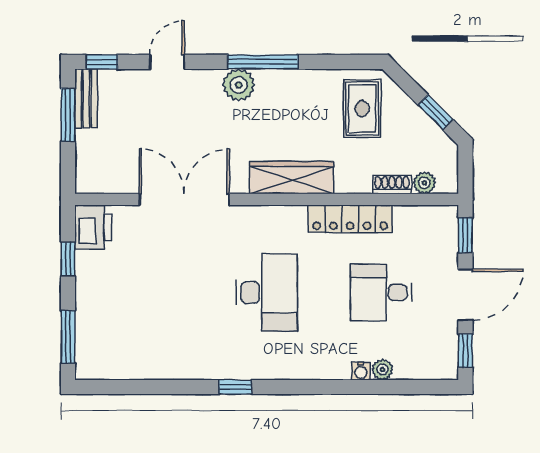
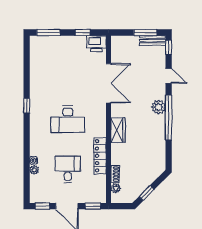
window: (263, 62) -> (169, 118), width x1.46
rug: (362, 109) -> (148, 161), removed
wardrobe: (292, 178) -> (118, 130), width x0.67

